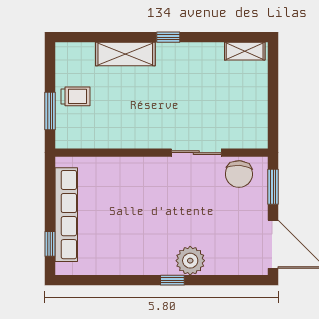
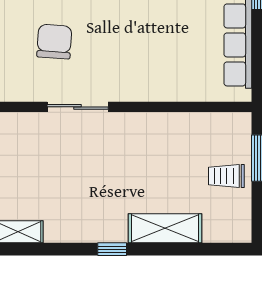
chair: (239, 174) -> (54, 42), moved

